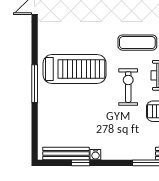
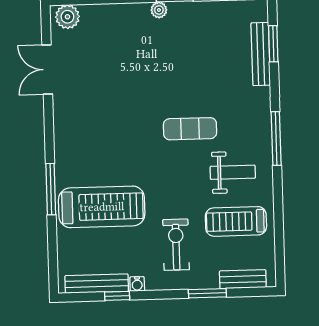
treadmill: (75, 69) -> (102, 207), moved
exercise bike: (128, 87) -> (176, 245), moved

